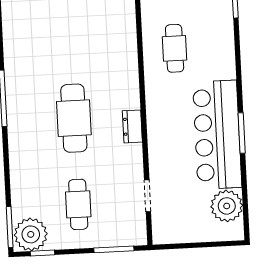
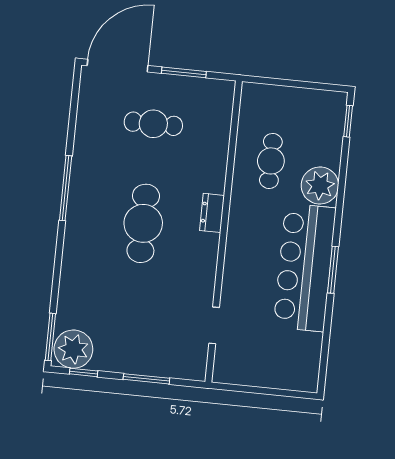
dresser: (132, 126) -> (212, 213), moved
cafe table: (78, 204) -> (153, 124), moved, turned 90
plant: (227, 206) -> (320, 186), moved
window: (114, 249) -> (146, 379), moved

